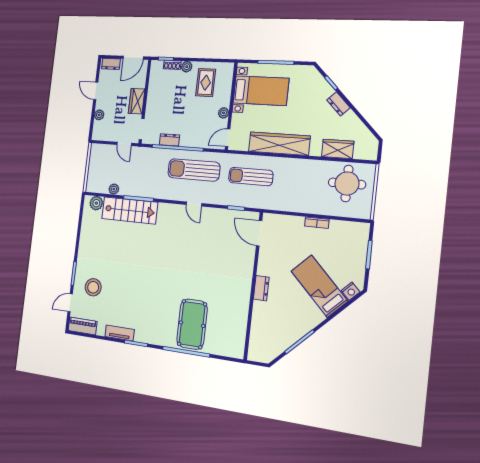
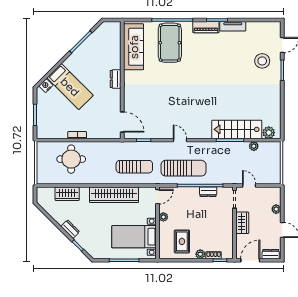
round table: (347, 183) -> (71, 159), moved
piano: (83, 326) -> (206, 27), moved
sofa: (235, 326) -> (134, 47), added

